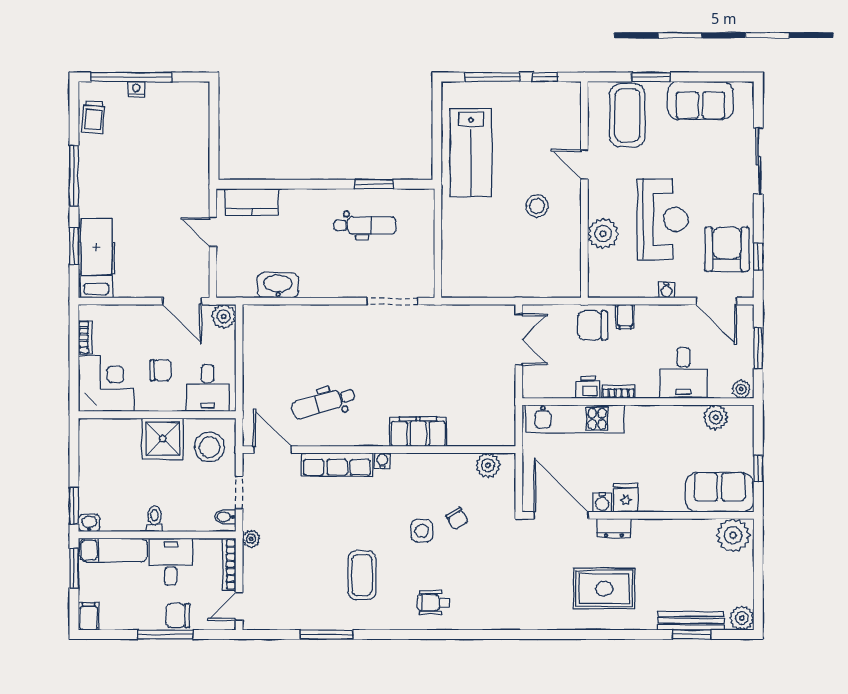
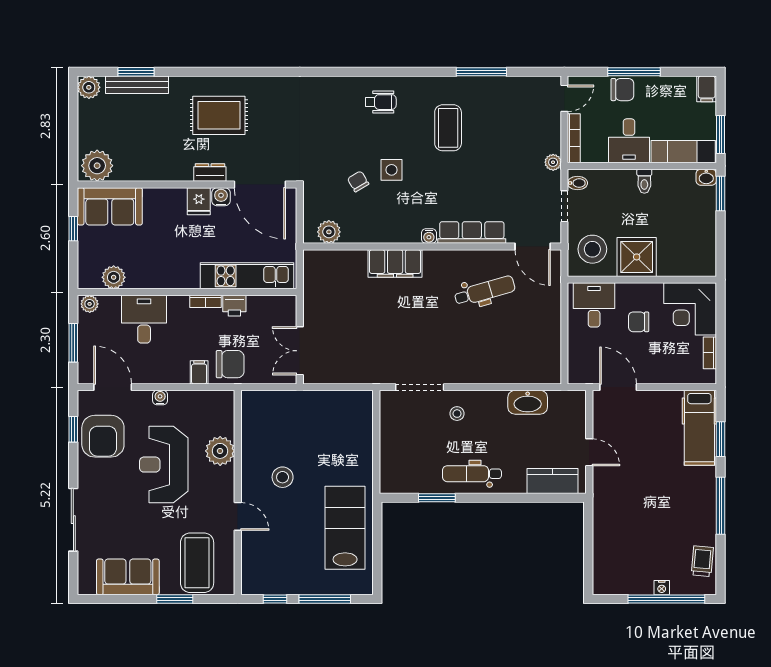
dental chair: (365, 225) -> (472, 474), moved
stool: (353, 273) -> (457, 414), added
plant: (224, 317) -> (579, 373), removed

